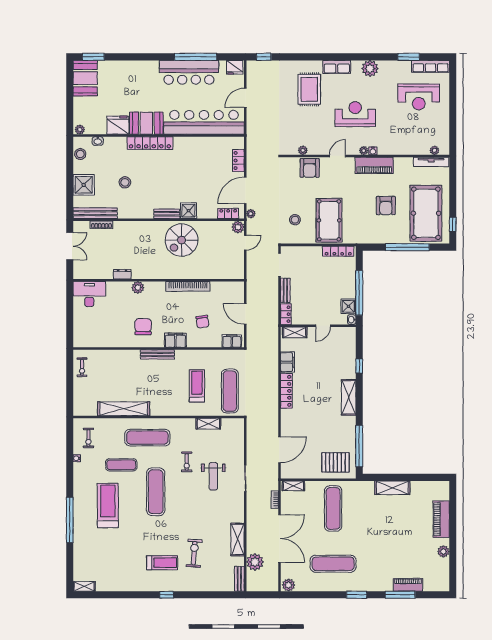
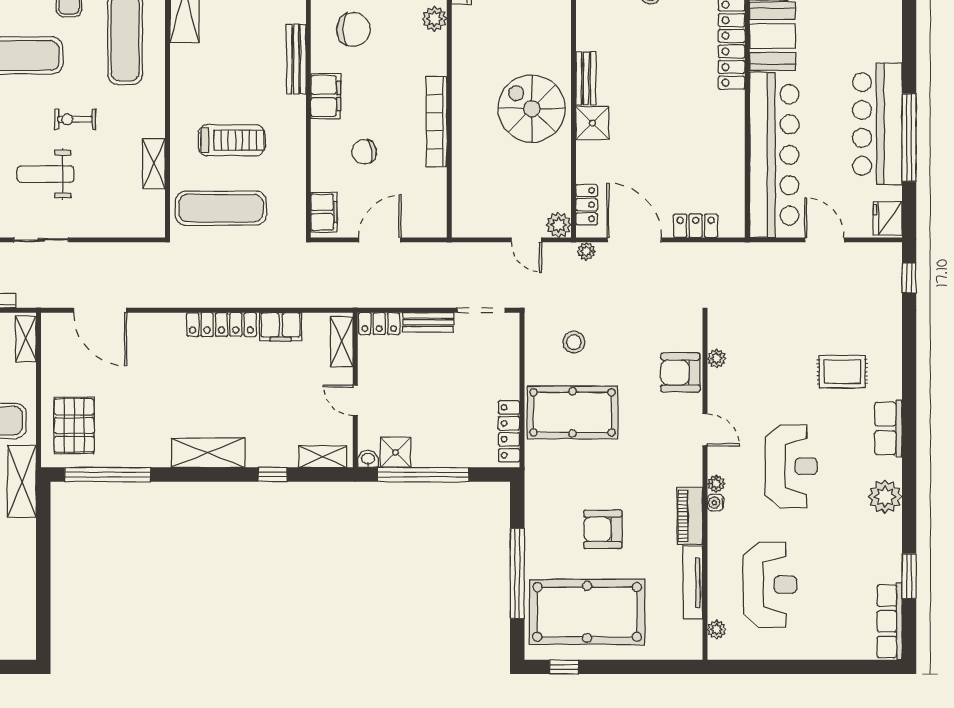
rug: (309, 89) -> (842, 372), width x0.73, depth x0.70
reception desk: (419, 97) -> (770, 585), moved, turned 180
tv unit: (431, 162) -> (693, 582), moved
piano: (374, 165) -> (690, 516), width x0.73, depth x0.75
shelving: (351, 342) -> (323, 457), added
shelving: (392, 488) -> (22, 481), moved

